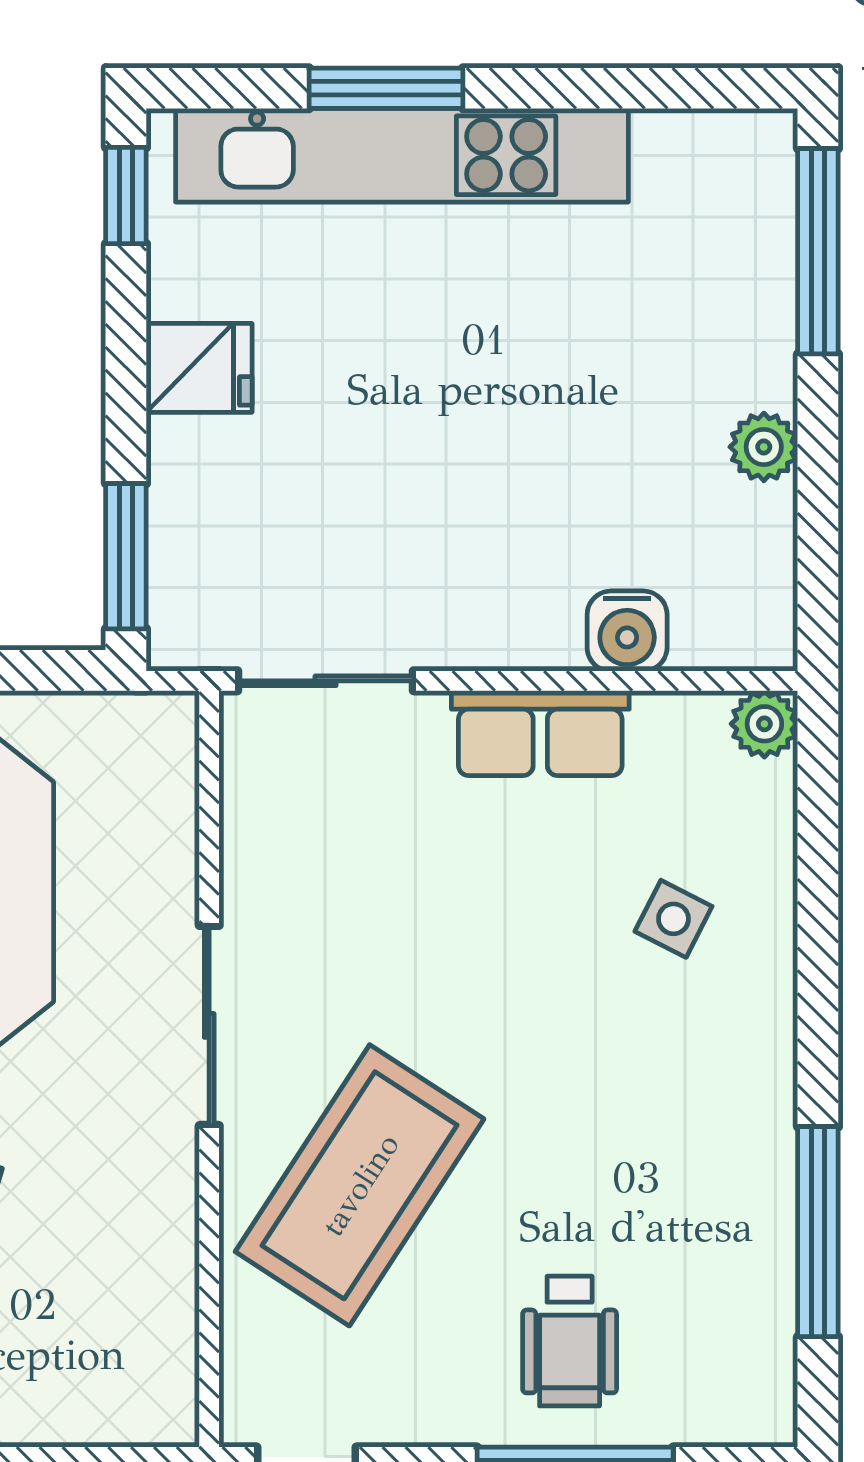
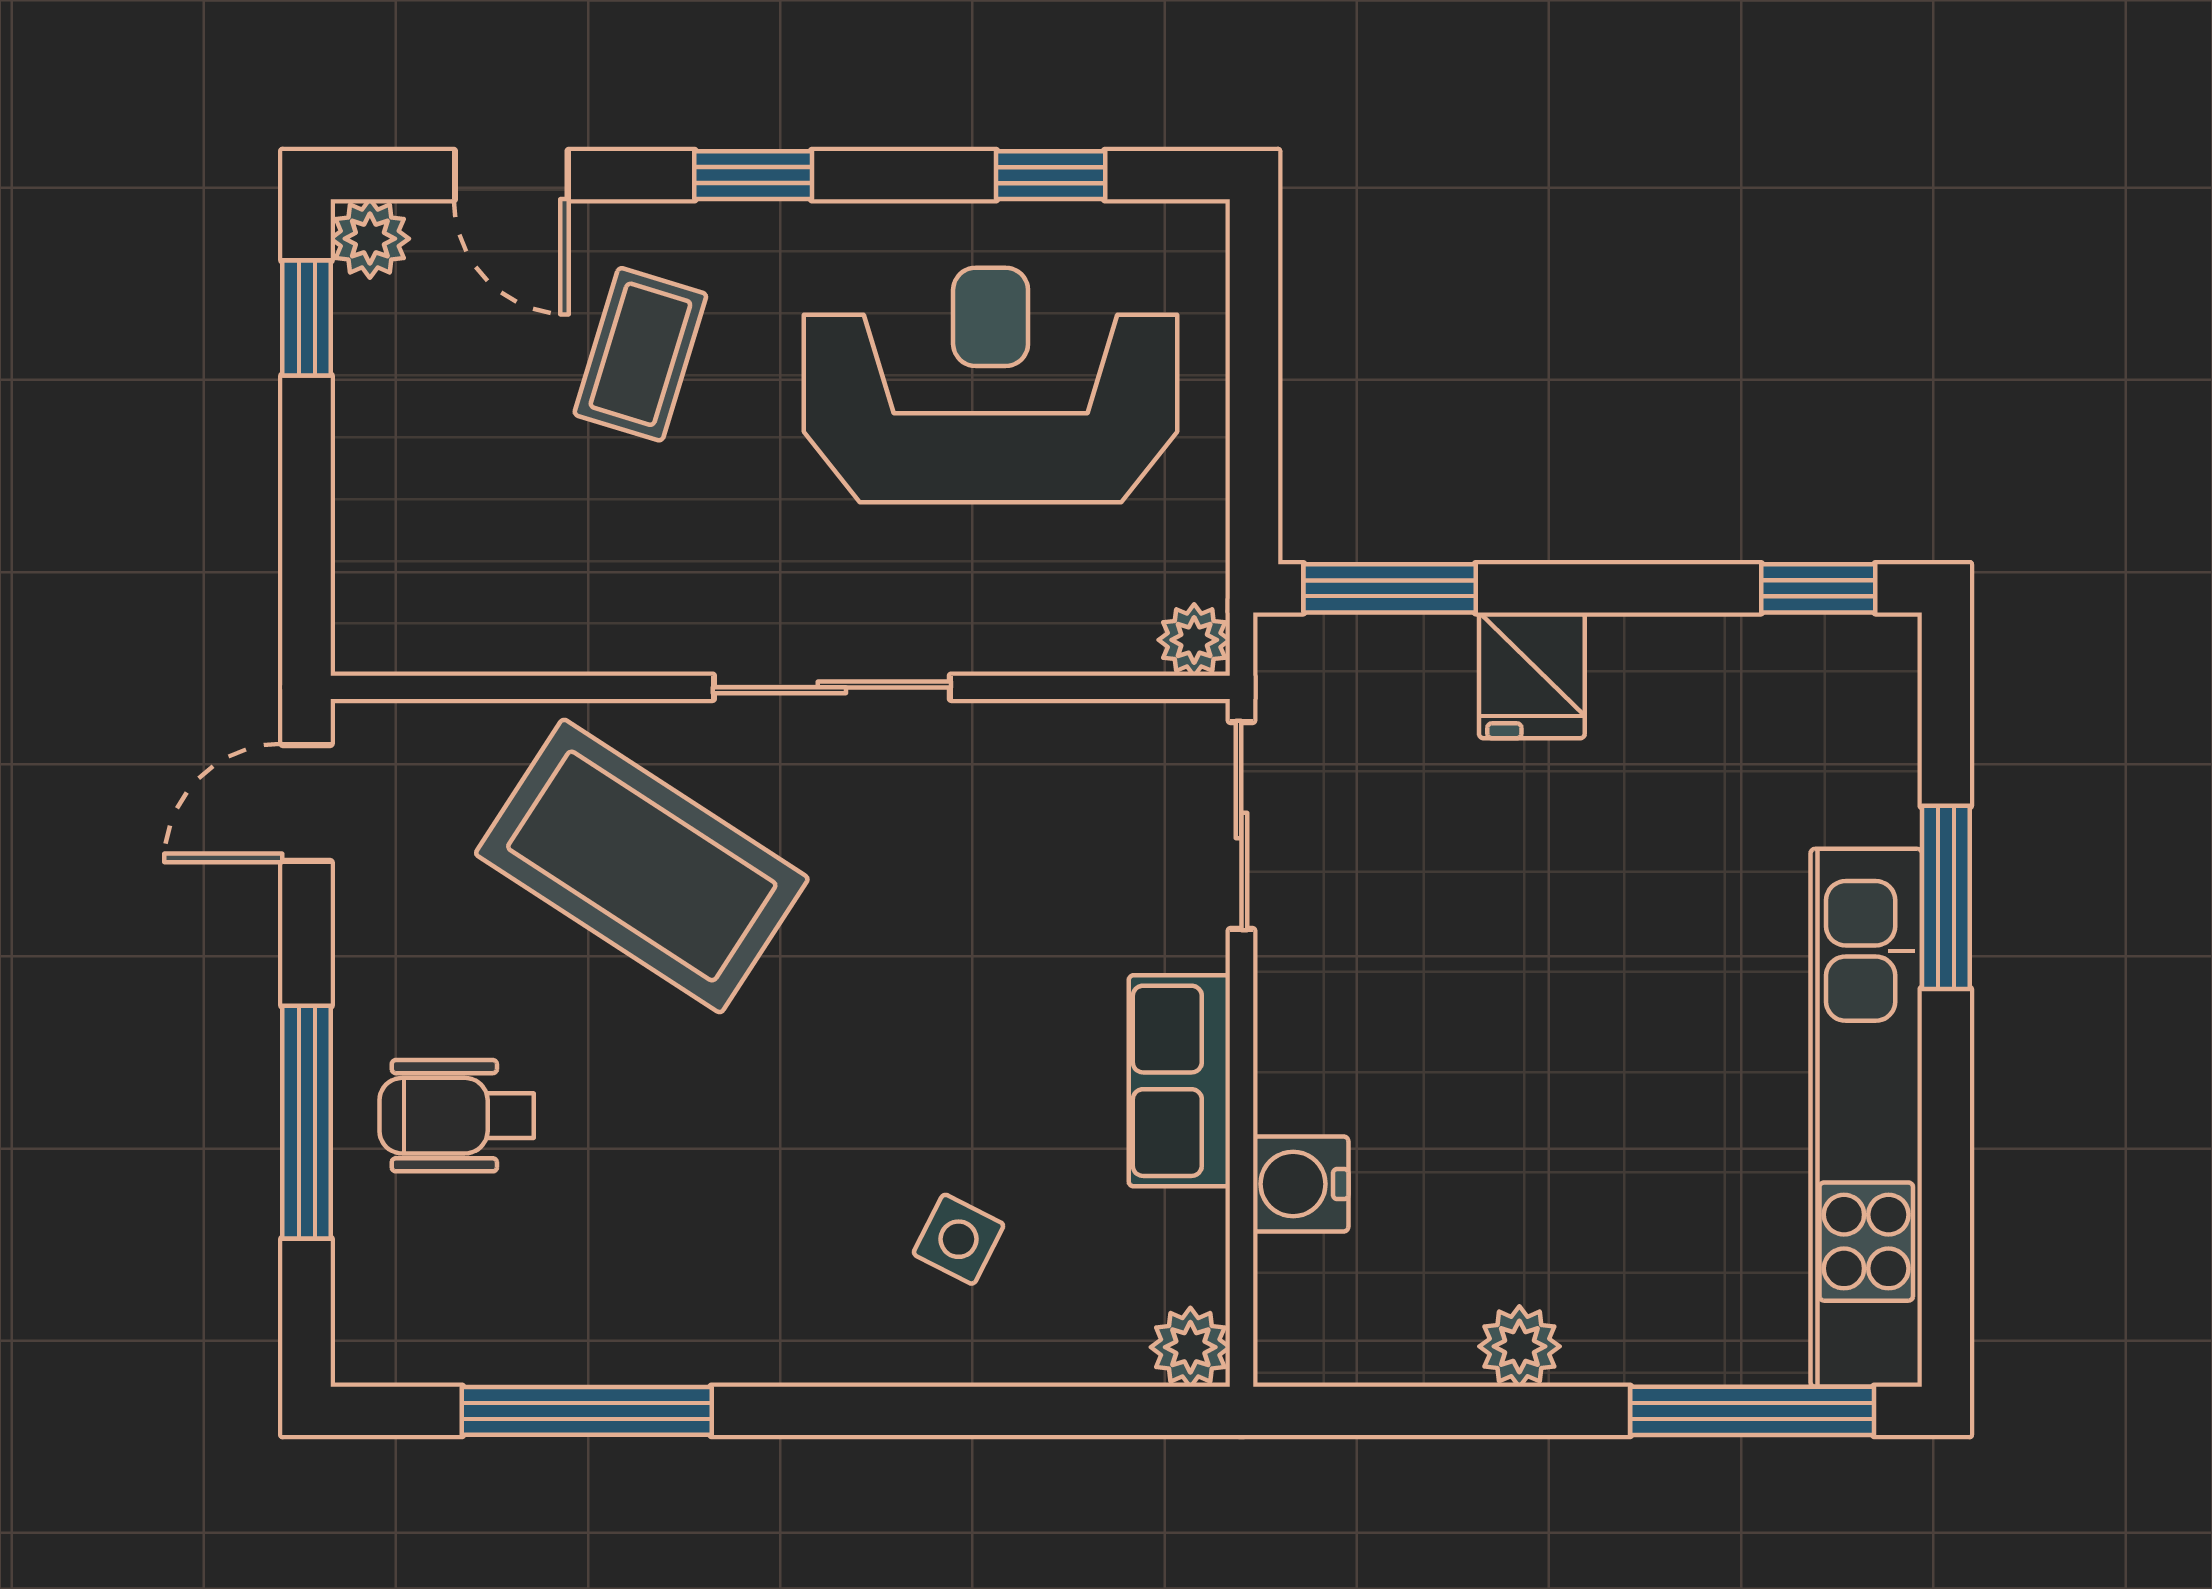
kitchen unit: (402, 155) -> (1866, 1118), moved
fridge: (199, 368) -> (1532, 675), moved
plant: (169, 721) -> (1194, 640), added

